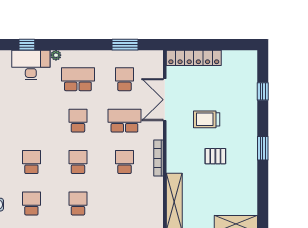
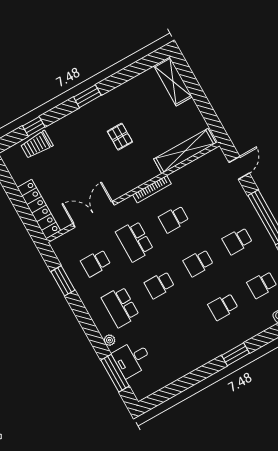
window: (27, 45) -> (115, 373), width x2.17
desk: (31, 65) -> (132, 359), width x0.73
double door: (165, 100) -> (94, 214), swing flipped
trolley: (207, 119) -> (37, 145), moved, turned 90

